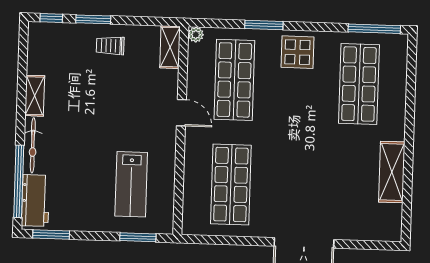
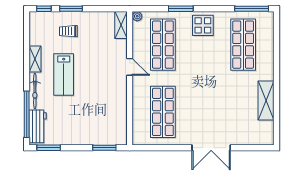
trolley: (110, 46) -> (68, 31), moved
lab bench: (131, 184) -> (64, 75), moved

